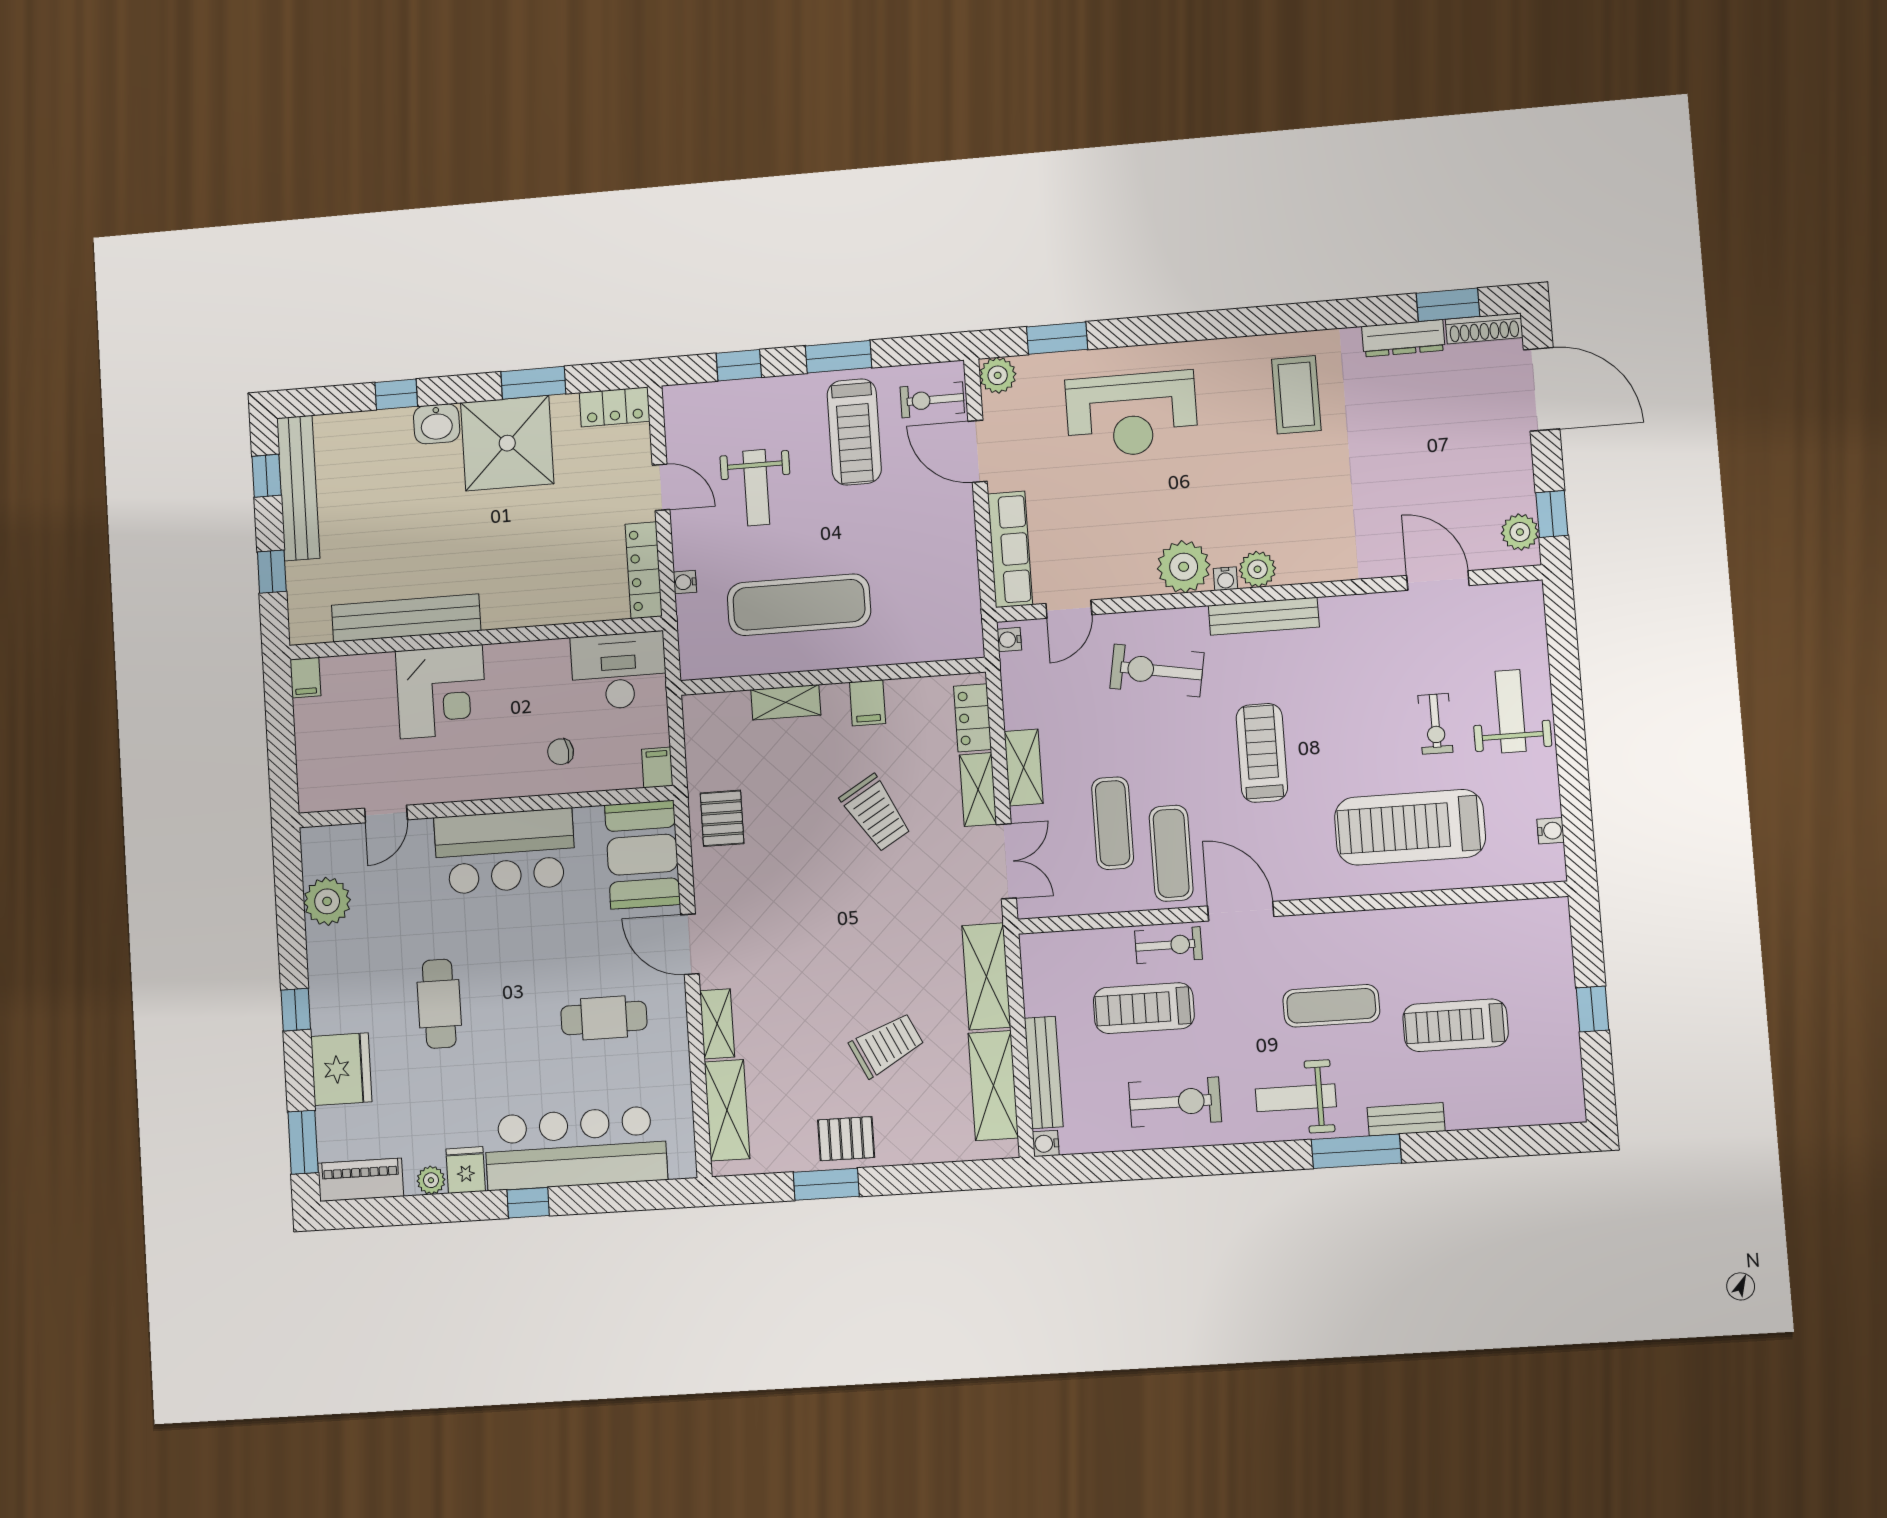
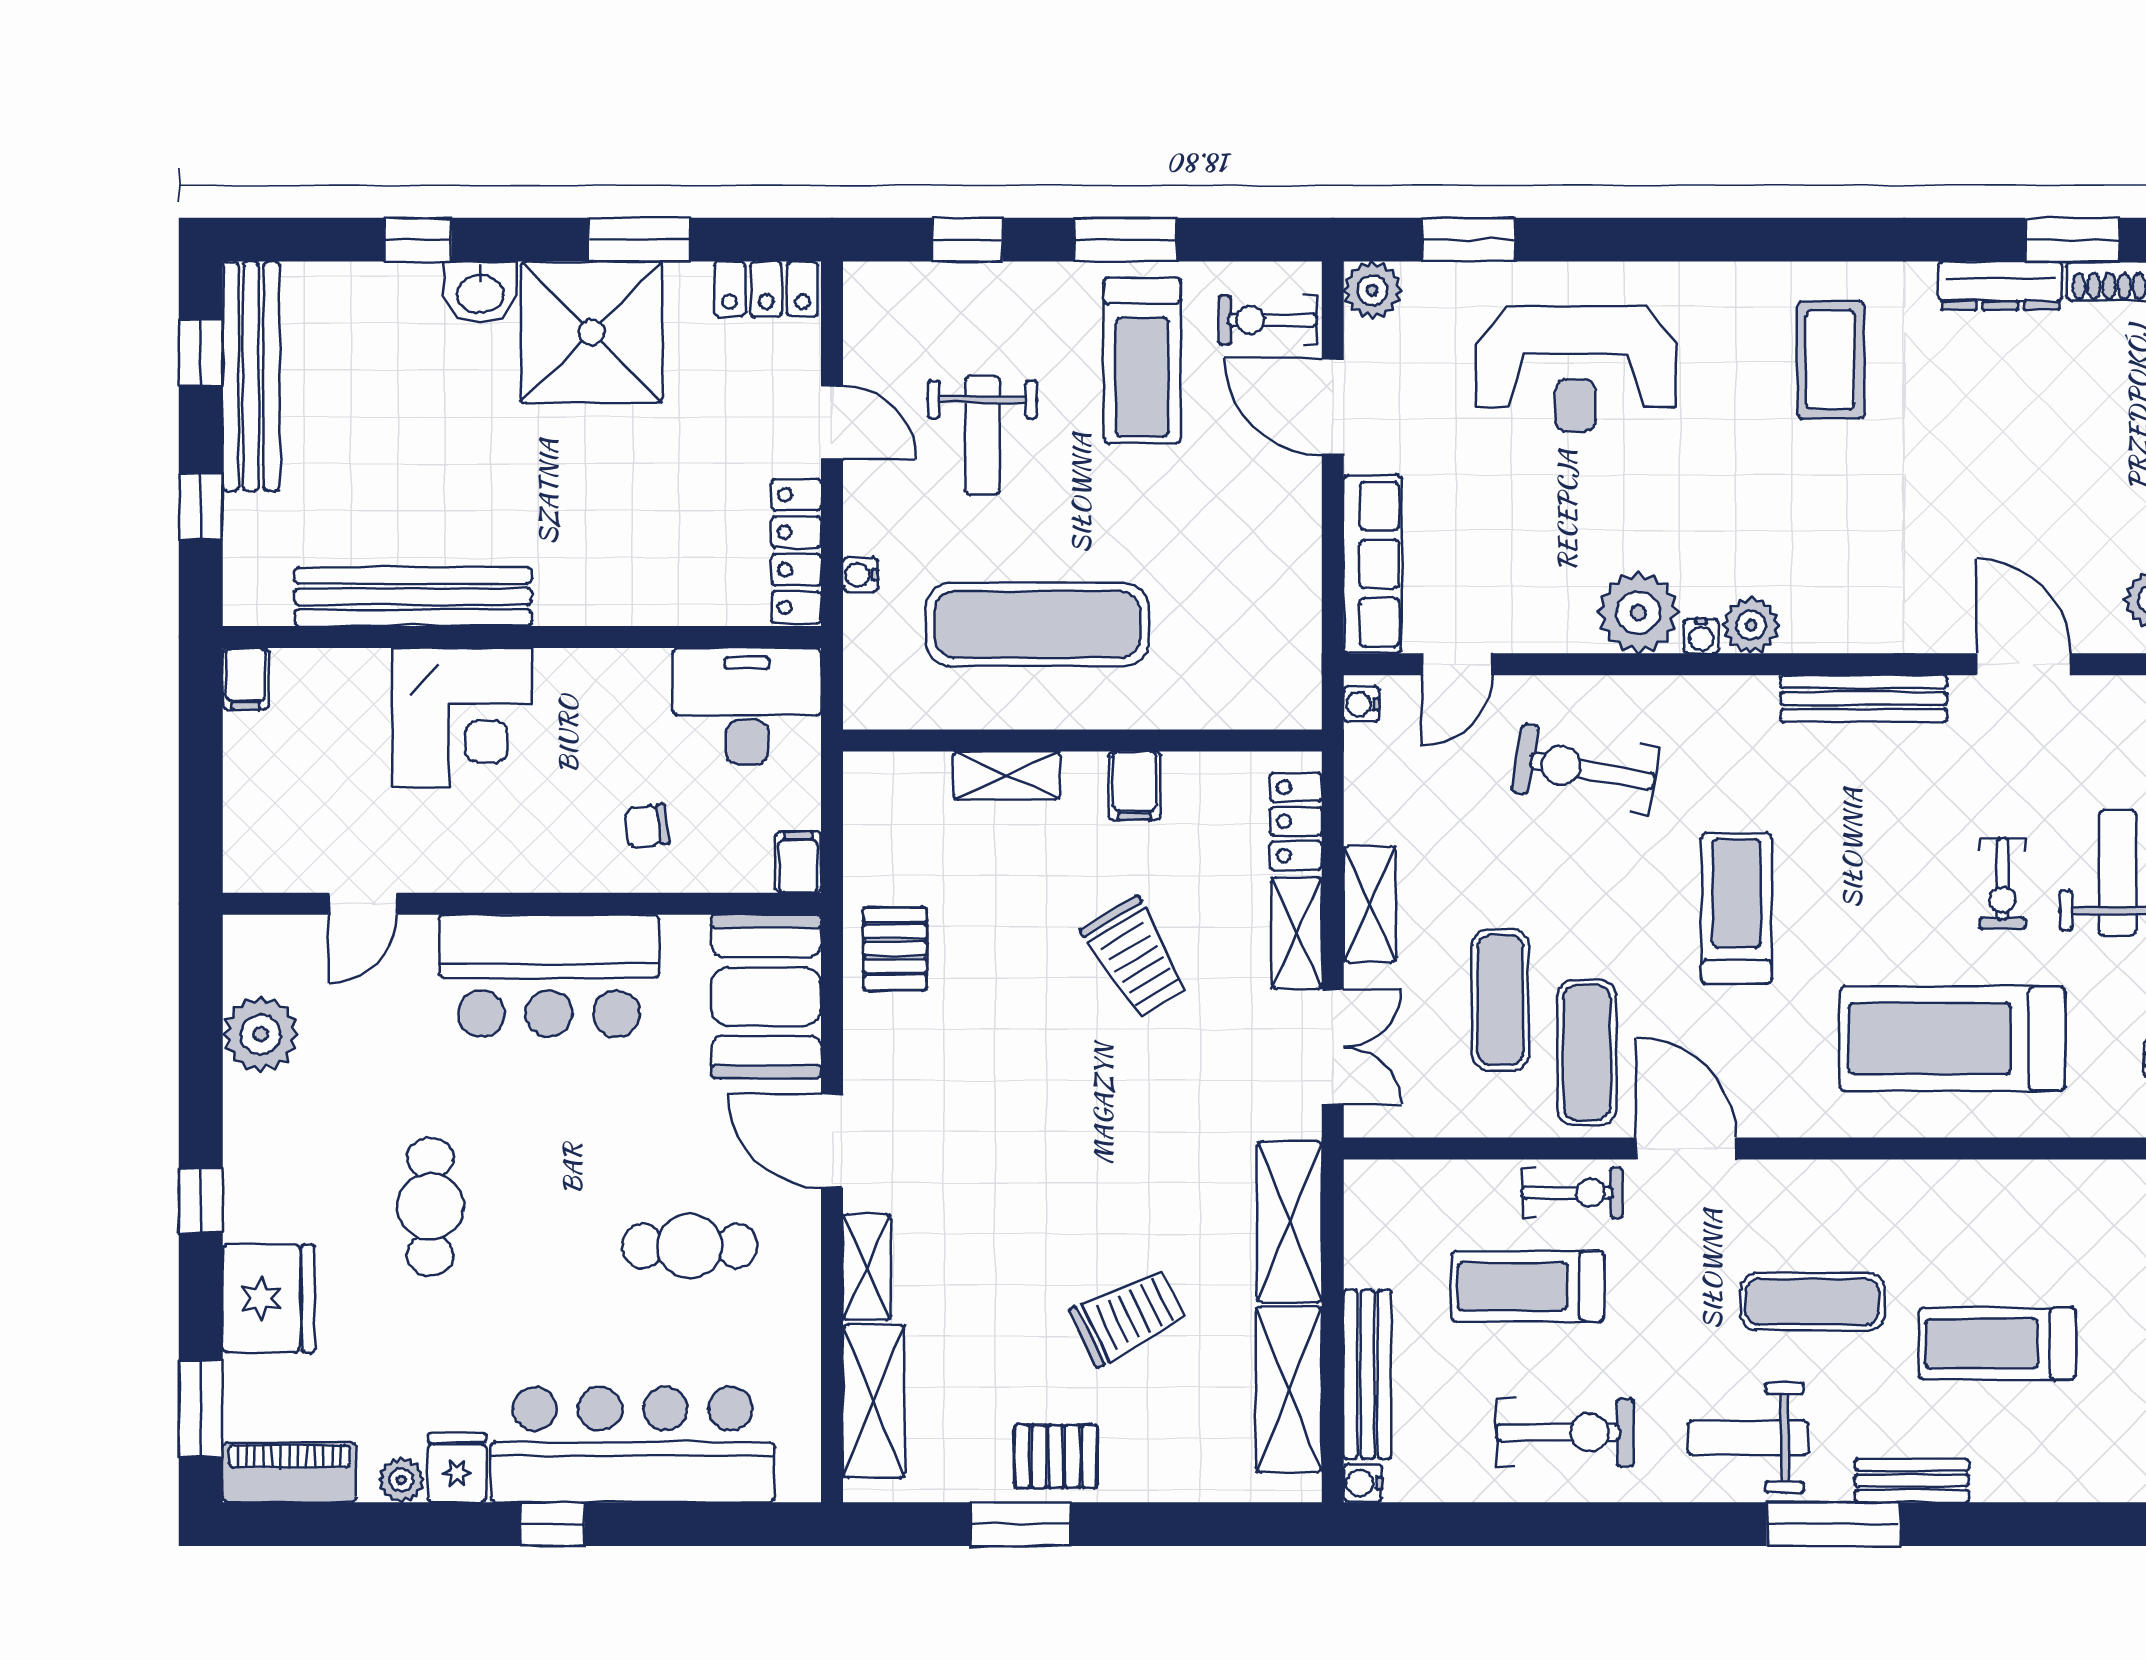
bench: (1264, 616) -> (1864, 698), moved

